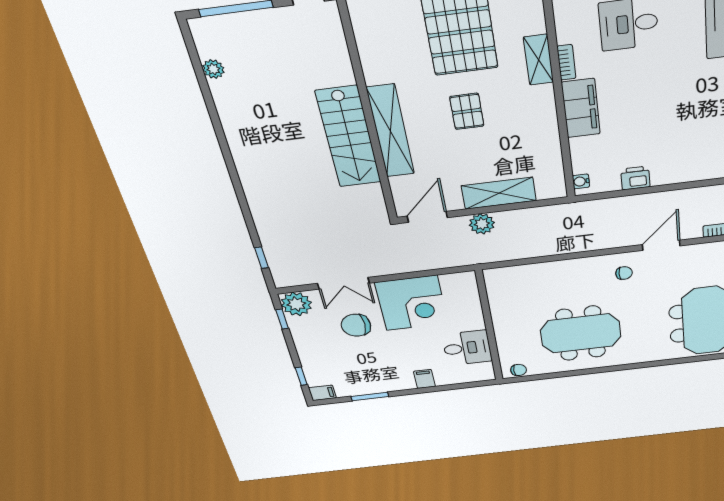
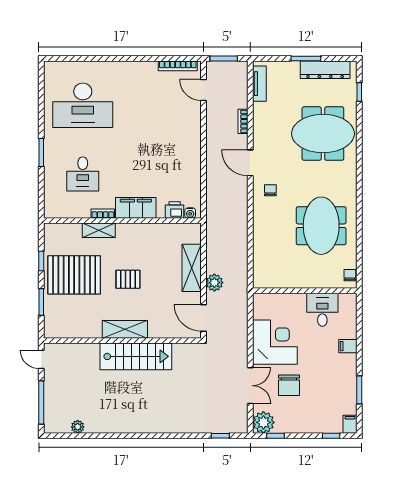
shelving: (391, 131) -> (125, 329), width x0.68
printer: (635, 178) -> (175, 210), moved, turned 90

